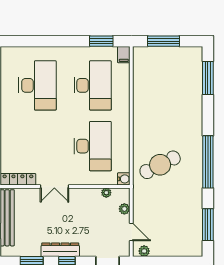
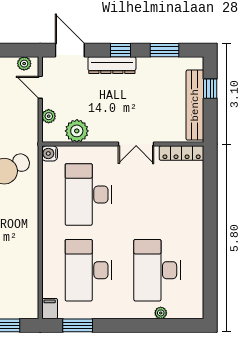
plant: (35, 51) -> (161, 313), added
double door: (54, 186) -> (136, 144), swing flipped
plant: (106, 193) -> (77, 131), width x1.88, depth x1.88
dresser: (60, 250) -> (112, 65), moved

